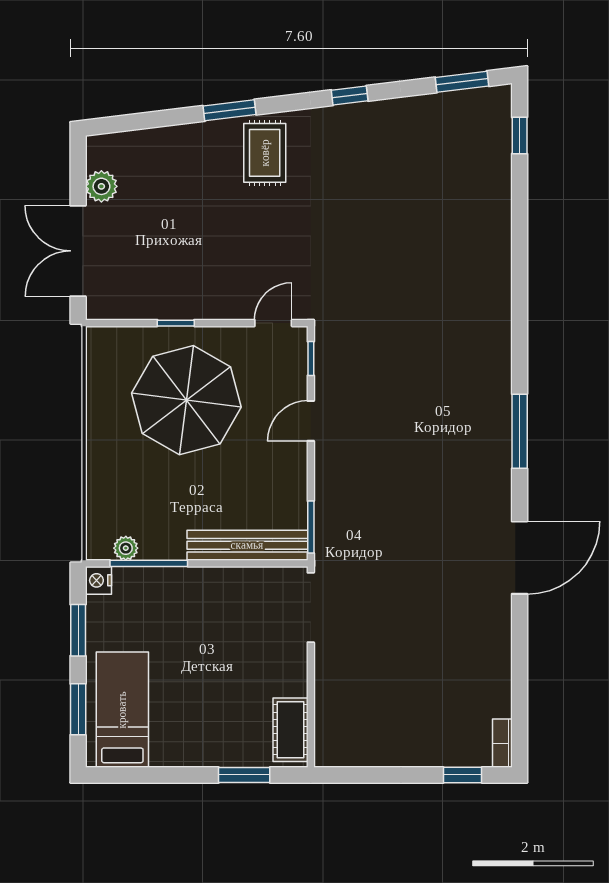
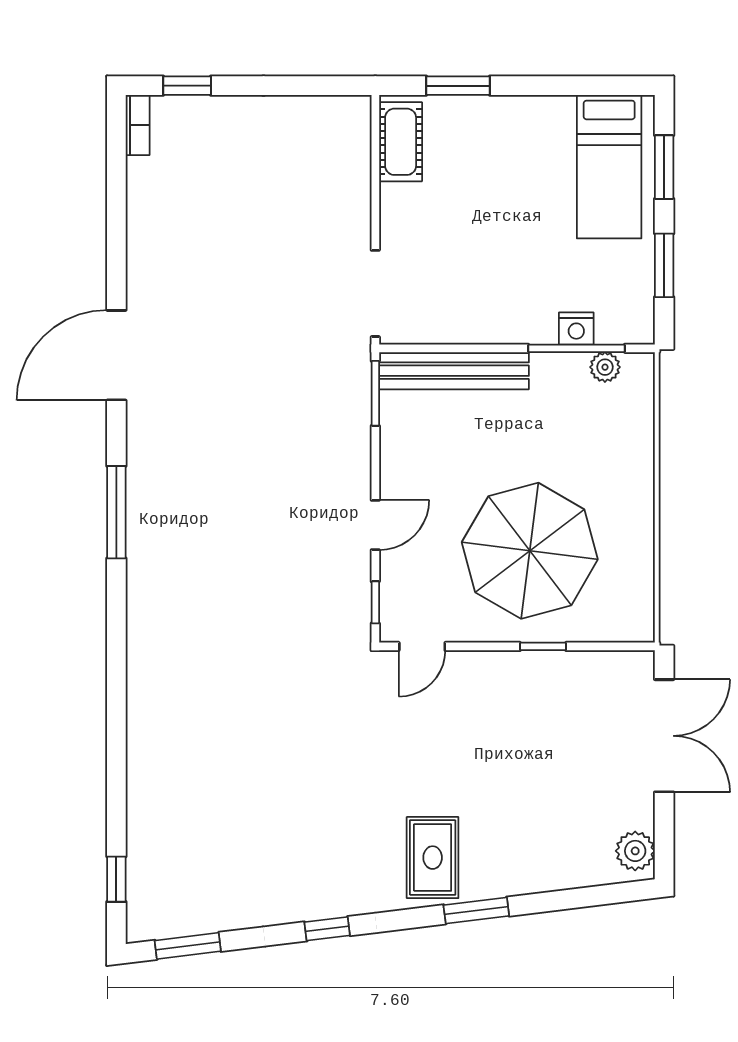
plant: (101, 186) -> (635, 851), moved
nightstand: (99, 580) -> (576, 329), moved, turned 90

